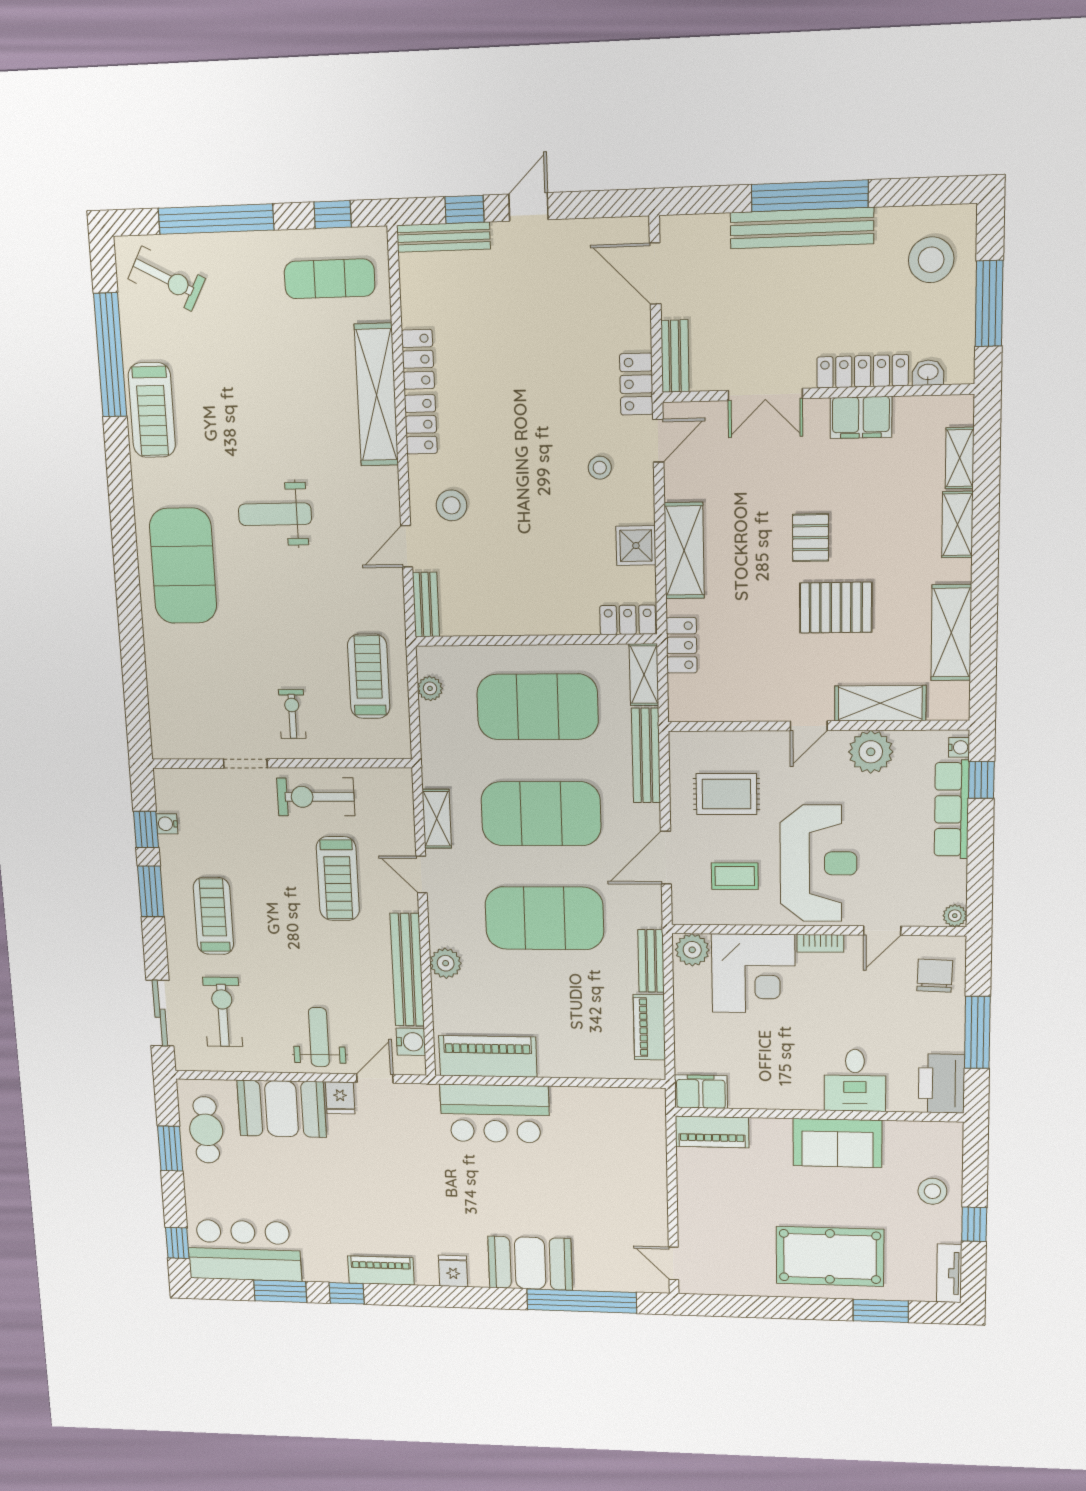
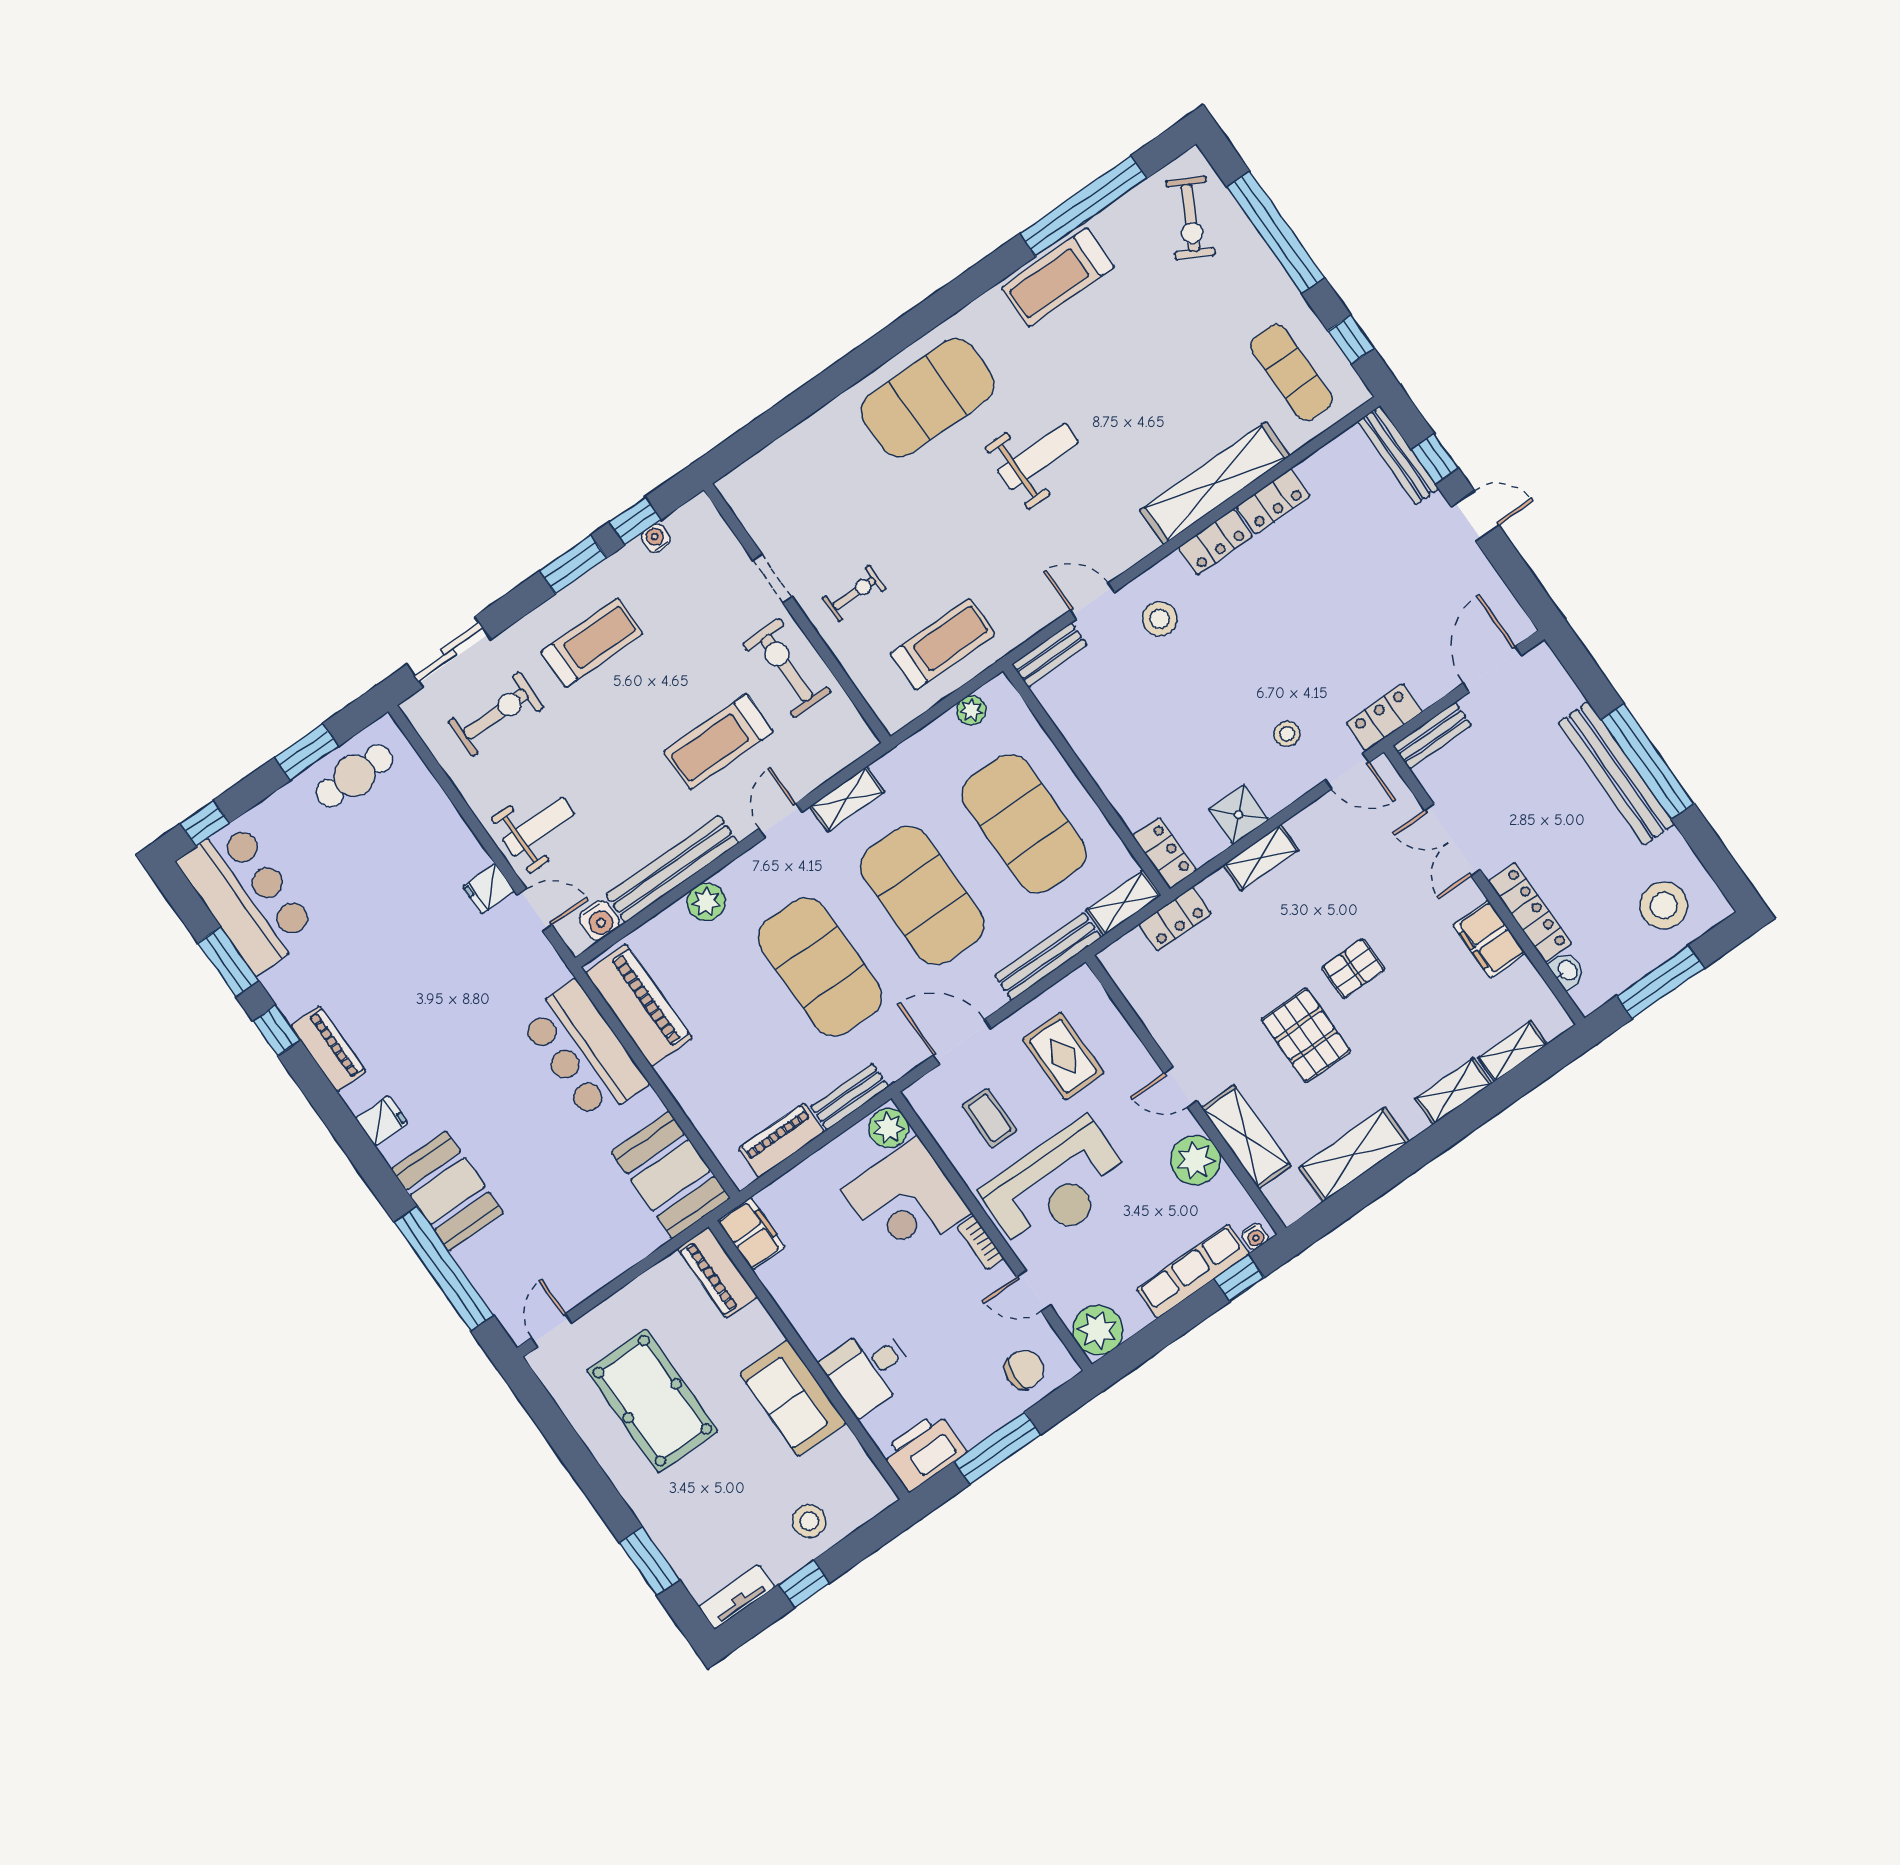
weight bench: (275, 514) -> (1038, 456), turned 90
shelving: (684, 551) -> (1261, 858), width x0.67, depth x0.75
plant: (955, 916) -> (1098, 1330), width x1.88, depth x1.88
booth: (282, 1109) -> (671, 1175), moved
pool table: (830, 1256) -> (652, 1401), moved

